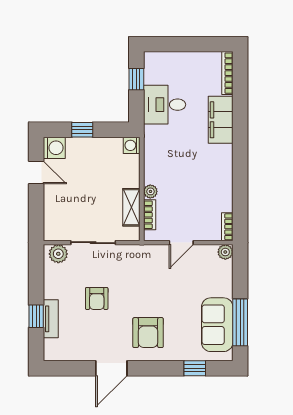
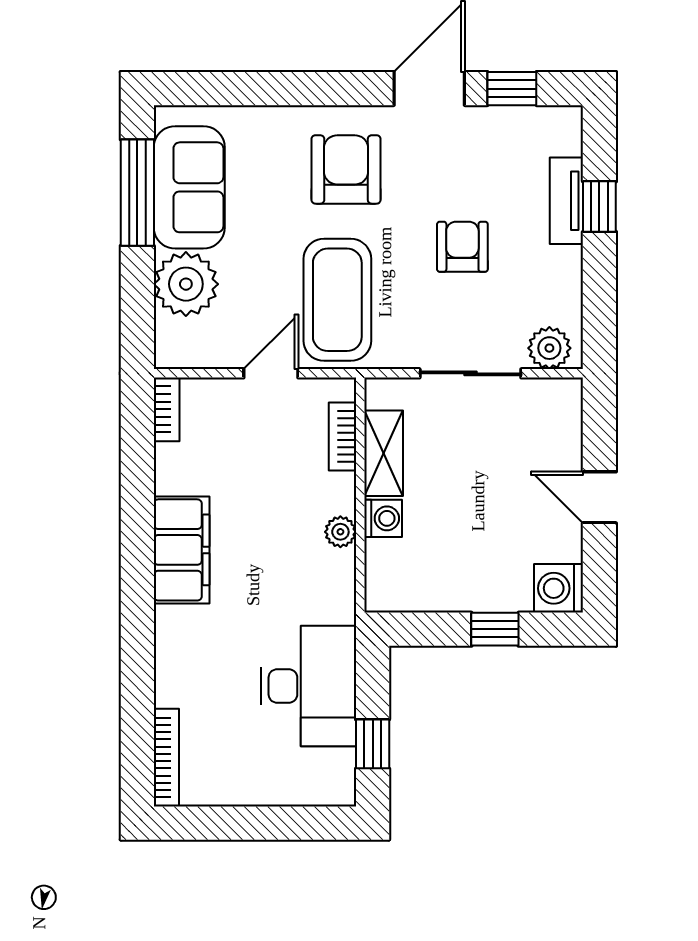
desk: (165, 105) -> (309, 686), width x1.37
filing cabinet: (221, 120) -> (182, 550), moved
washing machine: (132, 145) -> (383, 518), moved
door: (36, 173) -> (599, 497), moved
plant: (150, 191) -> (340, 532), moved
plant: (225, 252) -> (186, 284), moved, width x1.87, depth x1.87
coffee table: (152, 275) -> (337, 300), added
window: (195, 368) -> (512, 89), moved

